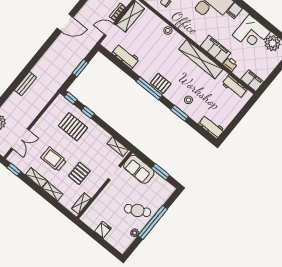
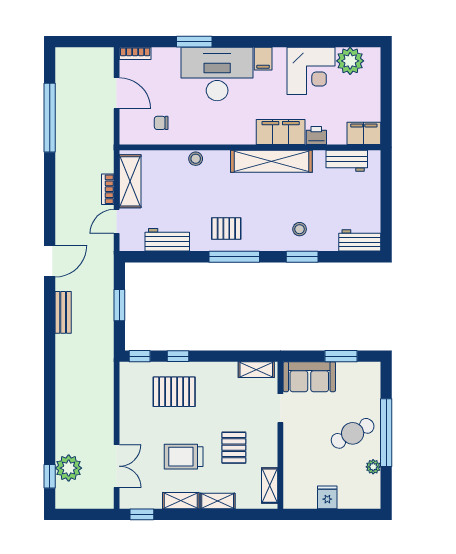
pallet: (161, 83) -> (226, 229), moved
bench: (25, 84) -> (63, 312), moved

